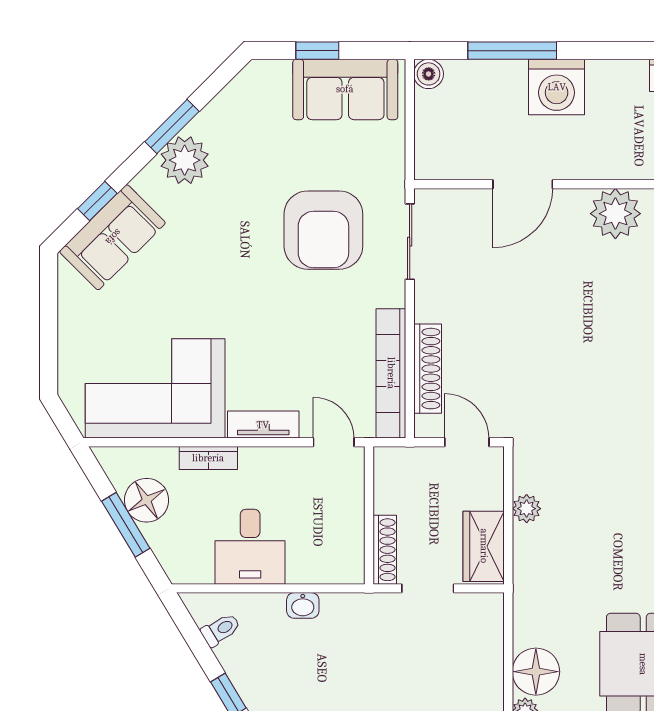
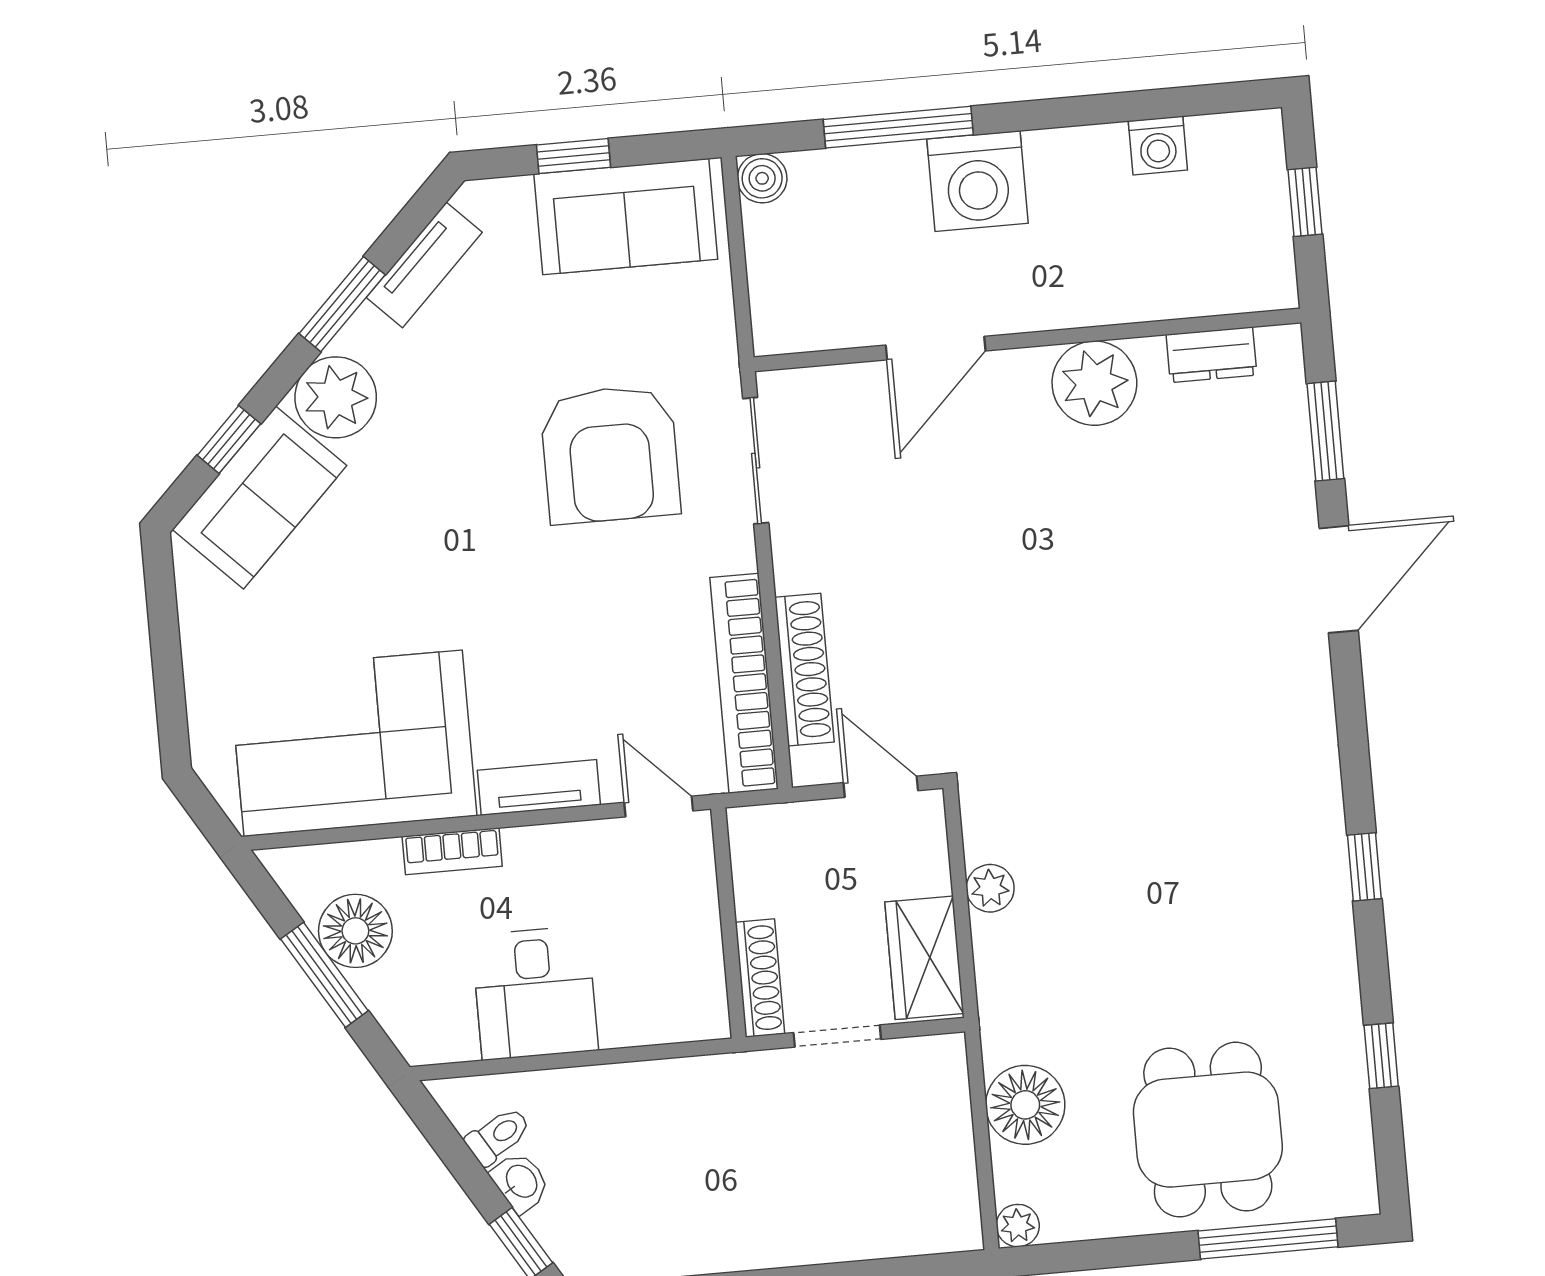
tv unit: (223, 108) -> (424, 265), added
plant: (185, 160) -> (336, 397), moved
washbasin: (303, 605) -> (521, 1182), moved, turned -121
floor lamp: (536, 672) -> (1025, 1105), moved

